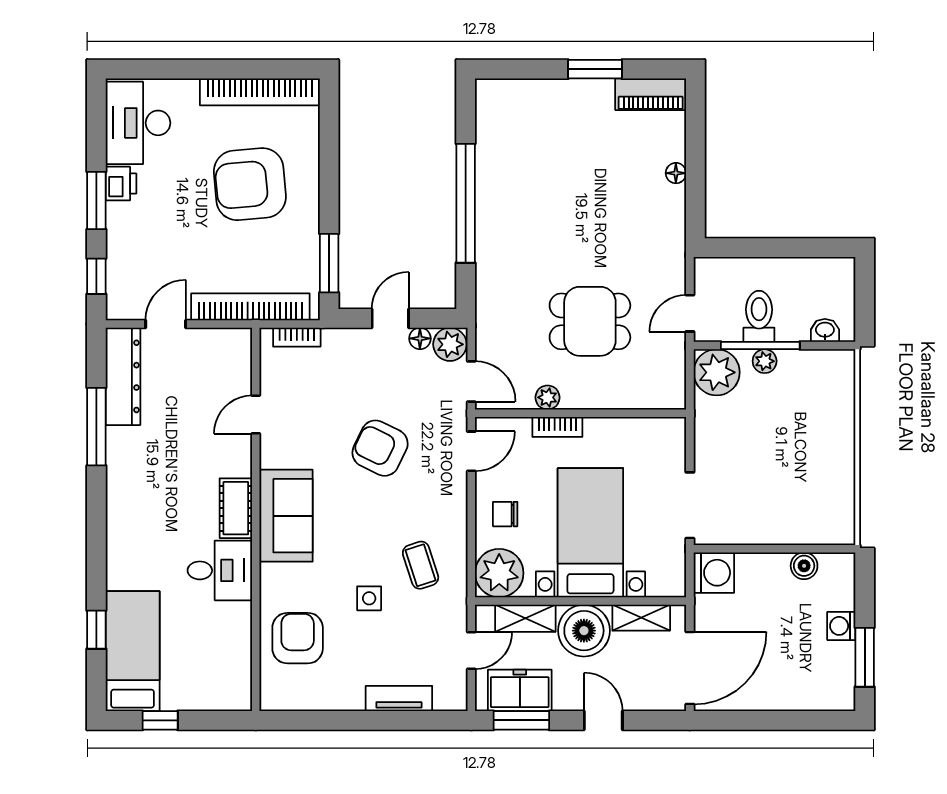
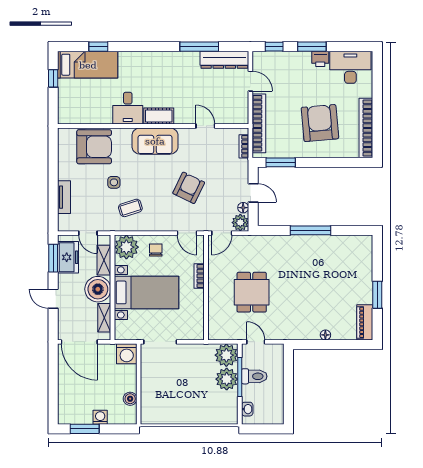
window: (466, 203) -> (310, 230), width x0.68
plant: (765, 361) -> (227, 379), width x1.87, depth x1.87
plant: (548, 397) -> (214, 271), removed
armchair: (298, 638) -> (94, 147), width x1.36, depth x1.36
door: (603, 720) -> (53, 299), swing flipped

